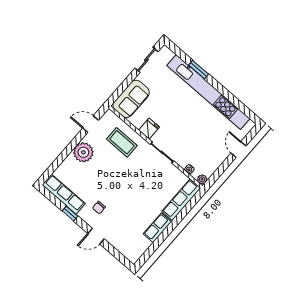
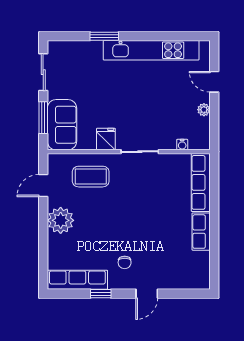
window: (124, 86) -> (43, 118), added
kitchen unit: (208, 92) -> (151, 50), width x0.73
plant: (202, 179) -> (204, 110), moved

